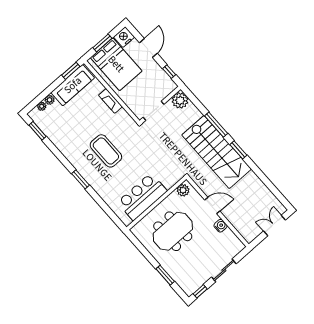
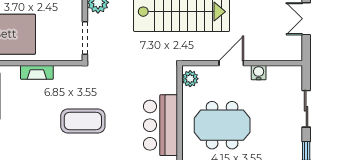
meeting table: (173, 231) -> (222, 125), turned 90

